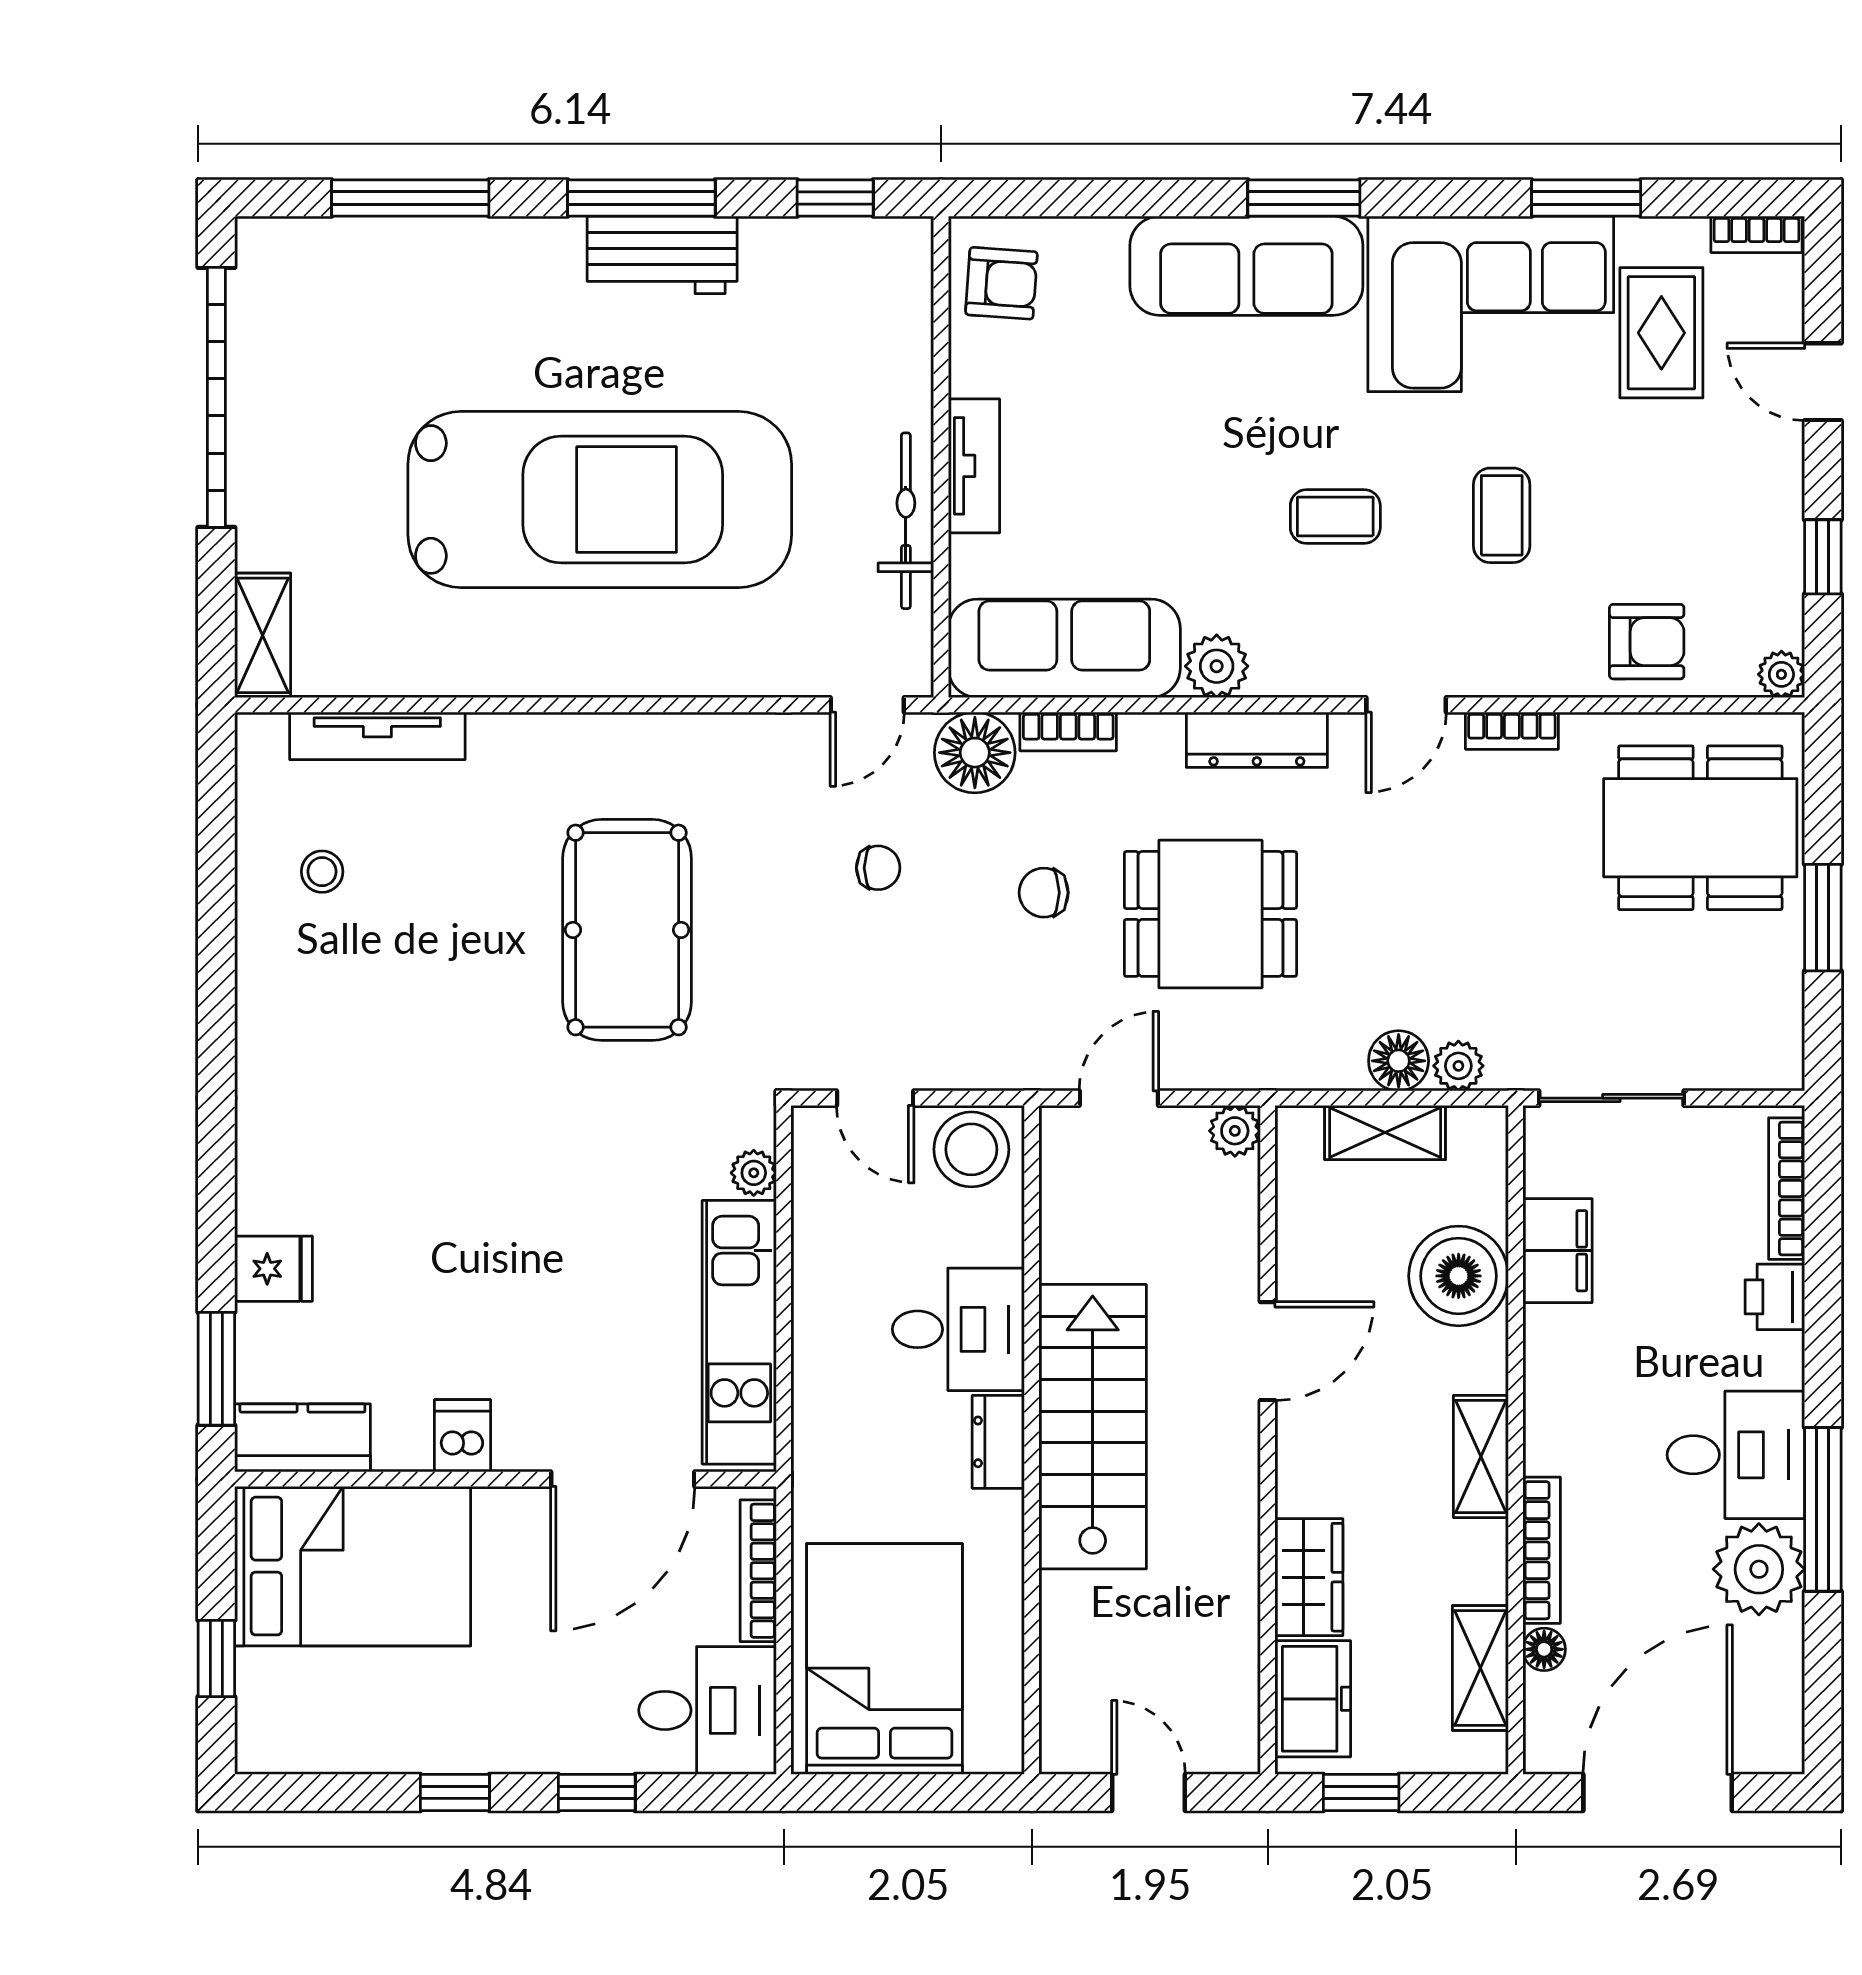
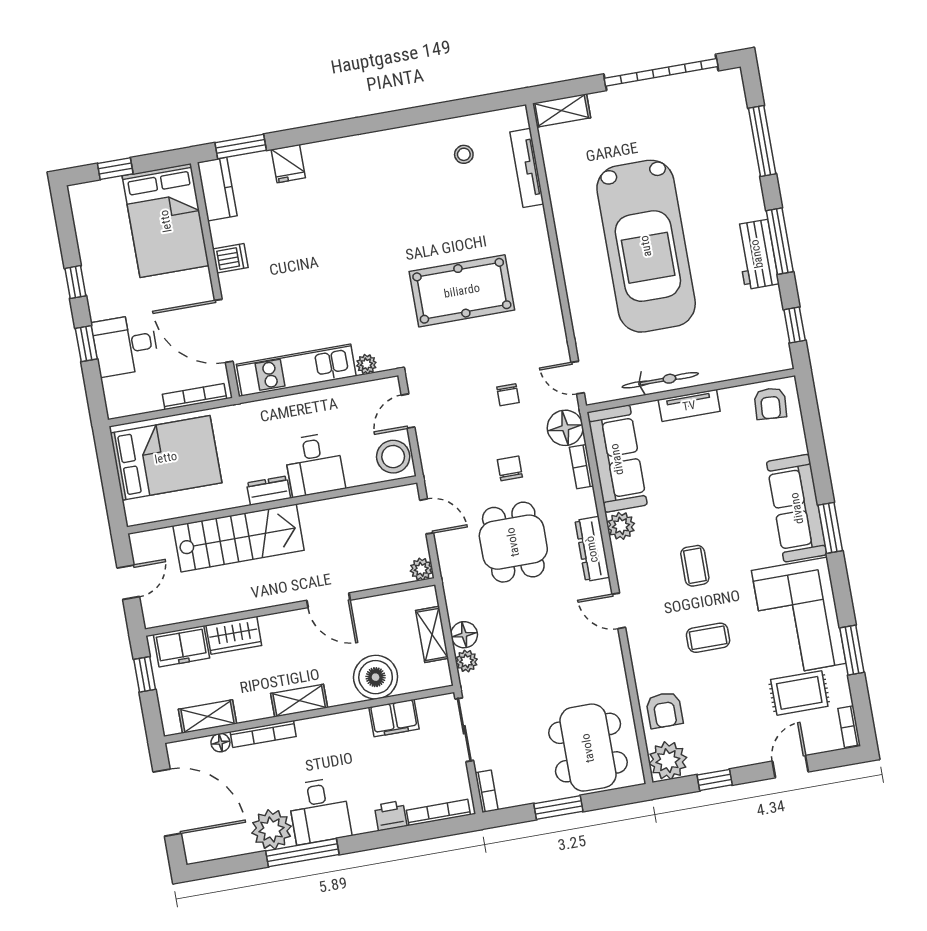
plant: (1781, 674) -> (668, 761), width x1.87, depth x1.87
bookcase: (1512, 731) -> (487, 791), moved, turned 180
stairs: (1093, 1427) -> (239, 538), moved
desk: (708, 1710) -> (125, 345), moved, turned 90

